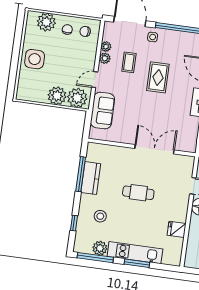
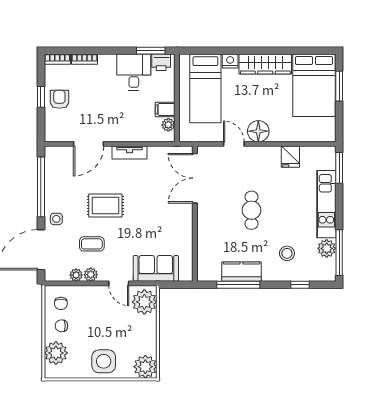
plant: (57, 96) -> (145, 367), moved
double door: (154, 149) -> (195, 178), moved
window: (137, 263) -> (339, 168), moved

